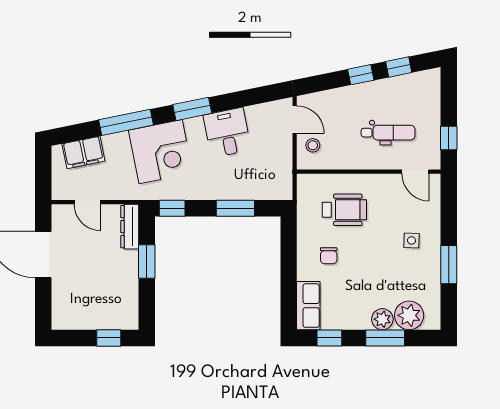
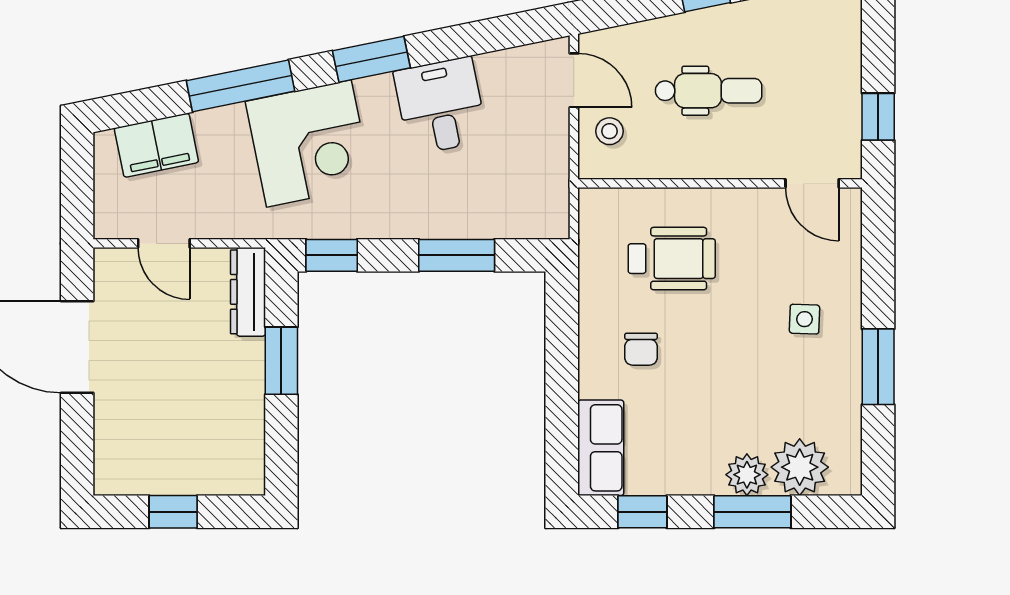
dental chair: (388, 133) -> (709, 91), moved
window: (109, 338) -> (173, 512), moved

